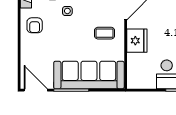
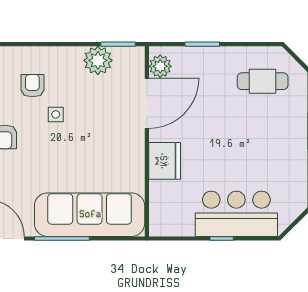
coffee table: (105, 33) -> (114, 149), removed

